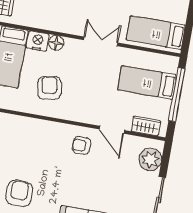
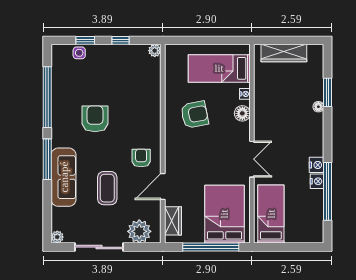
nightstand: (38, 41) -> (245, 94), width x0.53, depth x0.56
bed: (147, 82) -> (224, 214), width x1.50
coffee table: (104, 182) -> (107, 188), added
armchair: (19, 193) -> (95, 119), moved, turned -90

